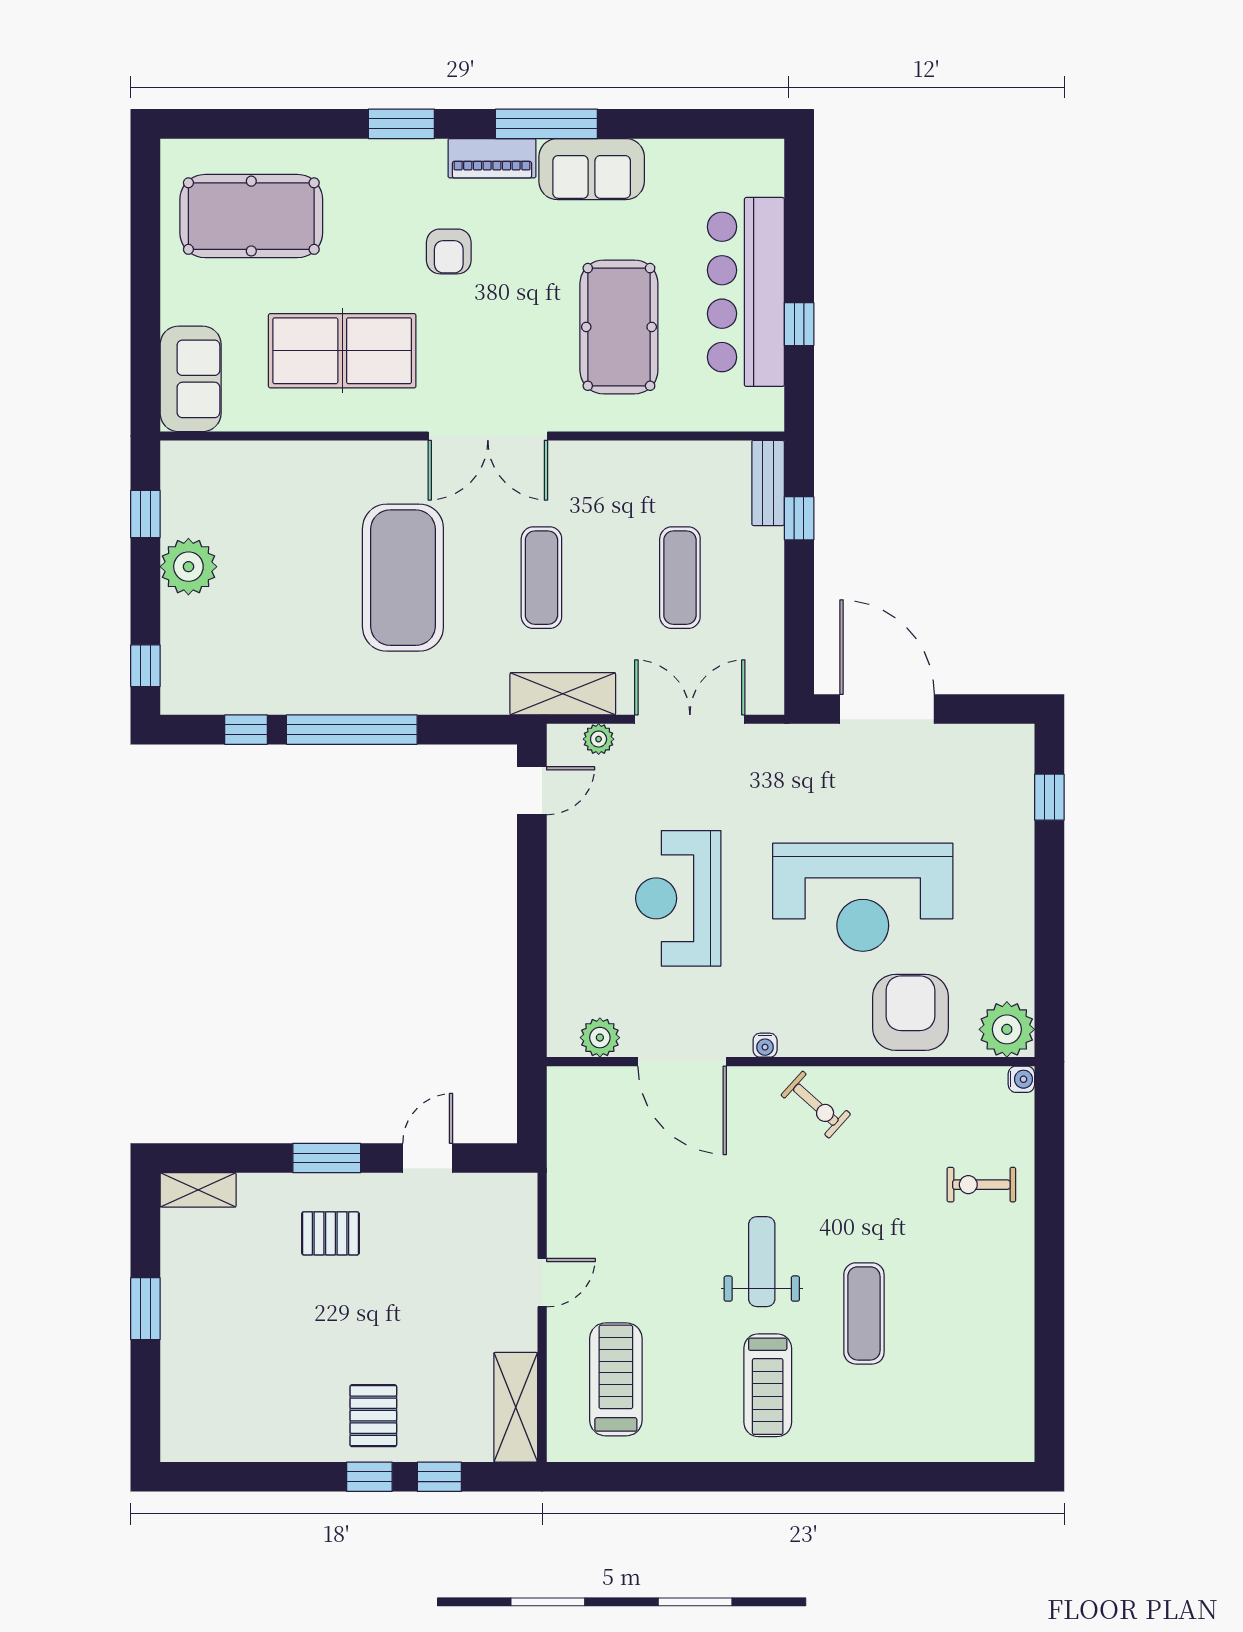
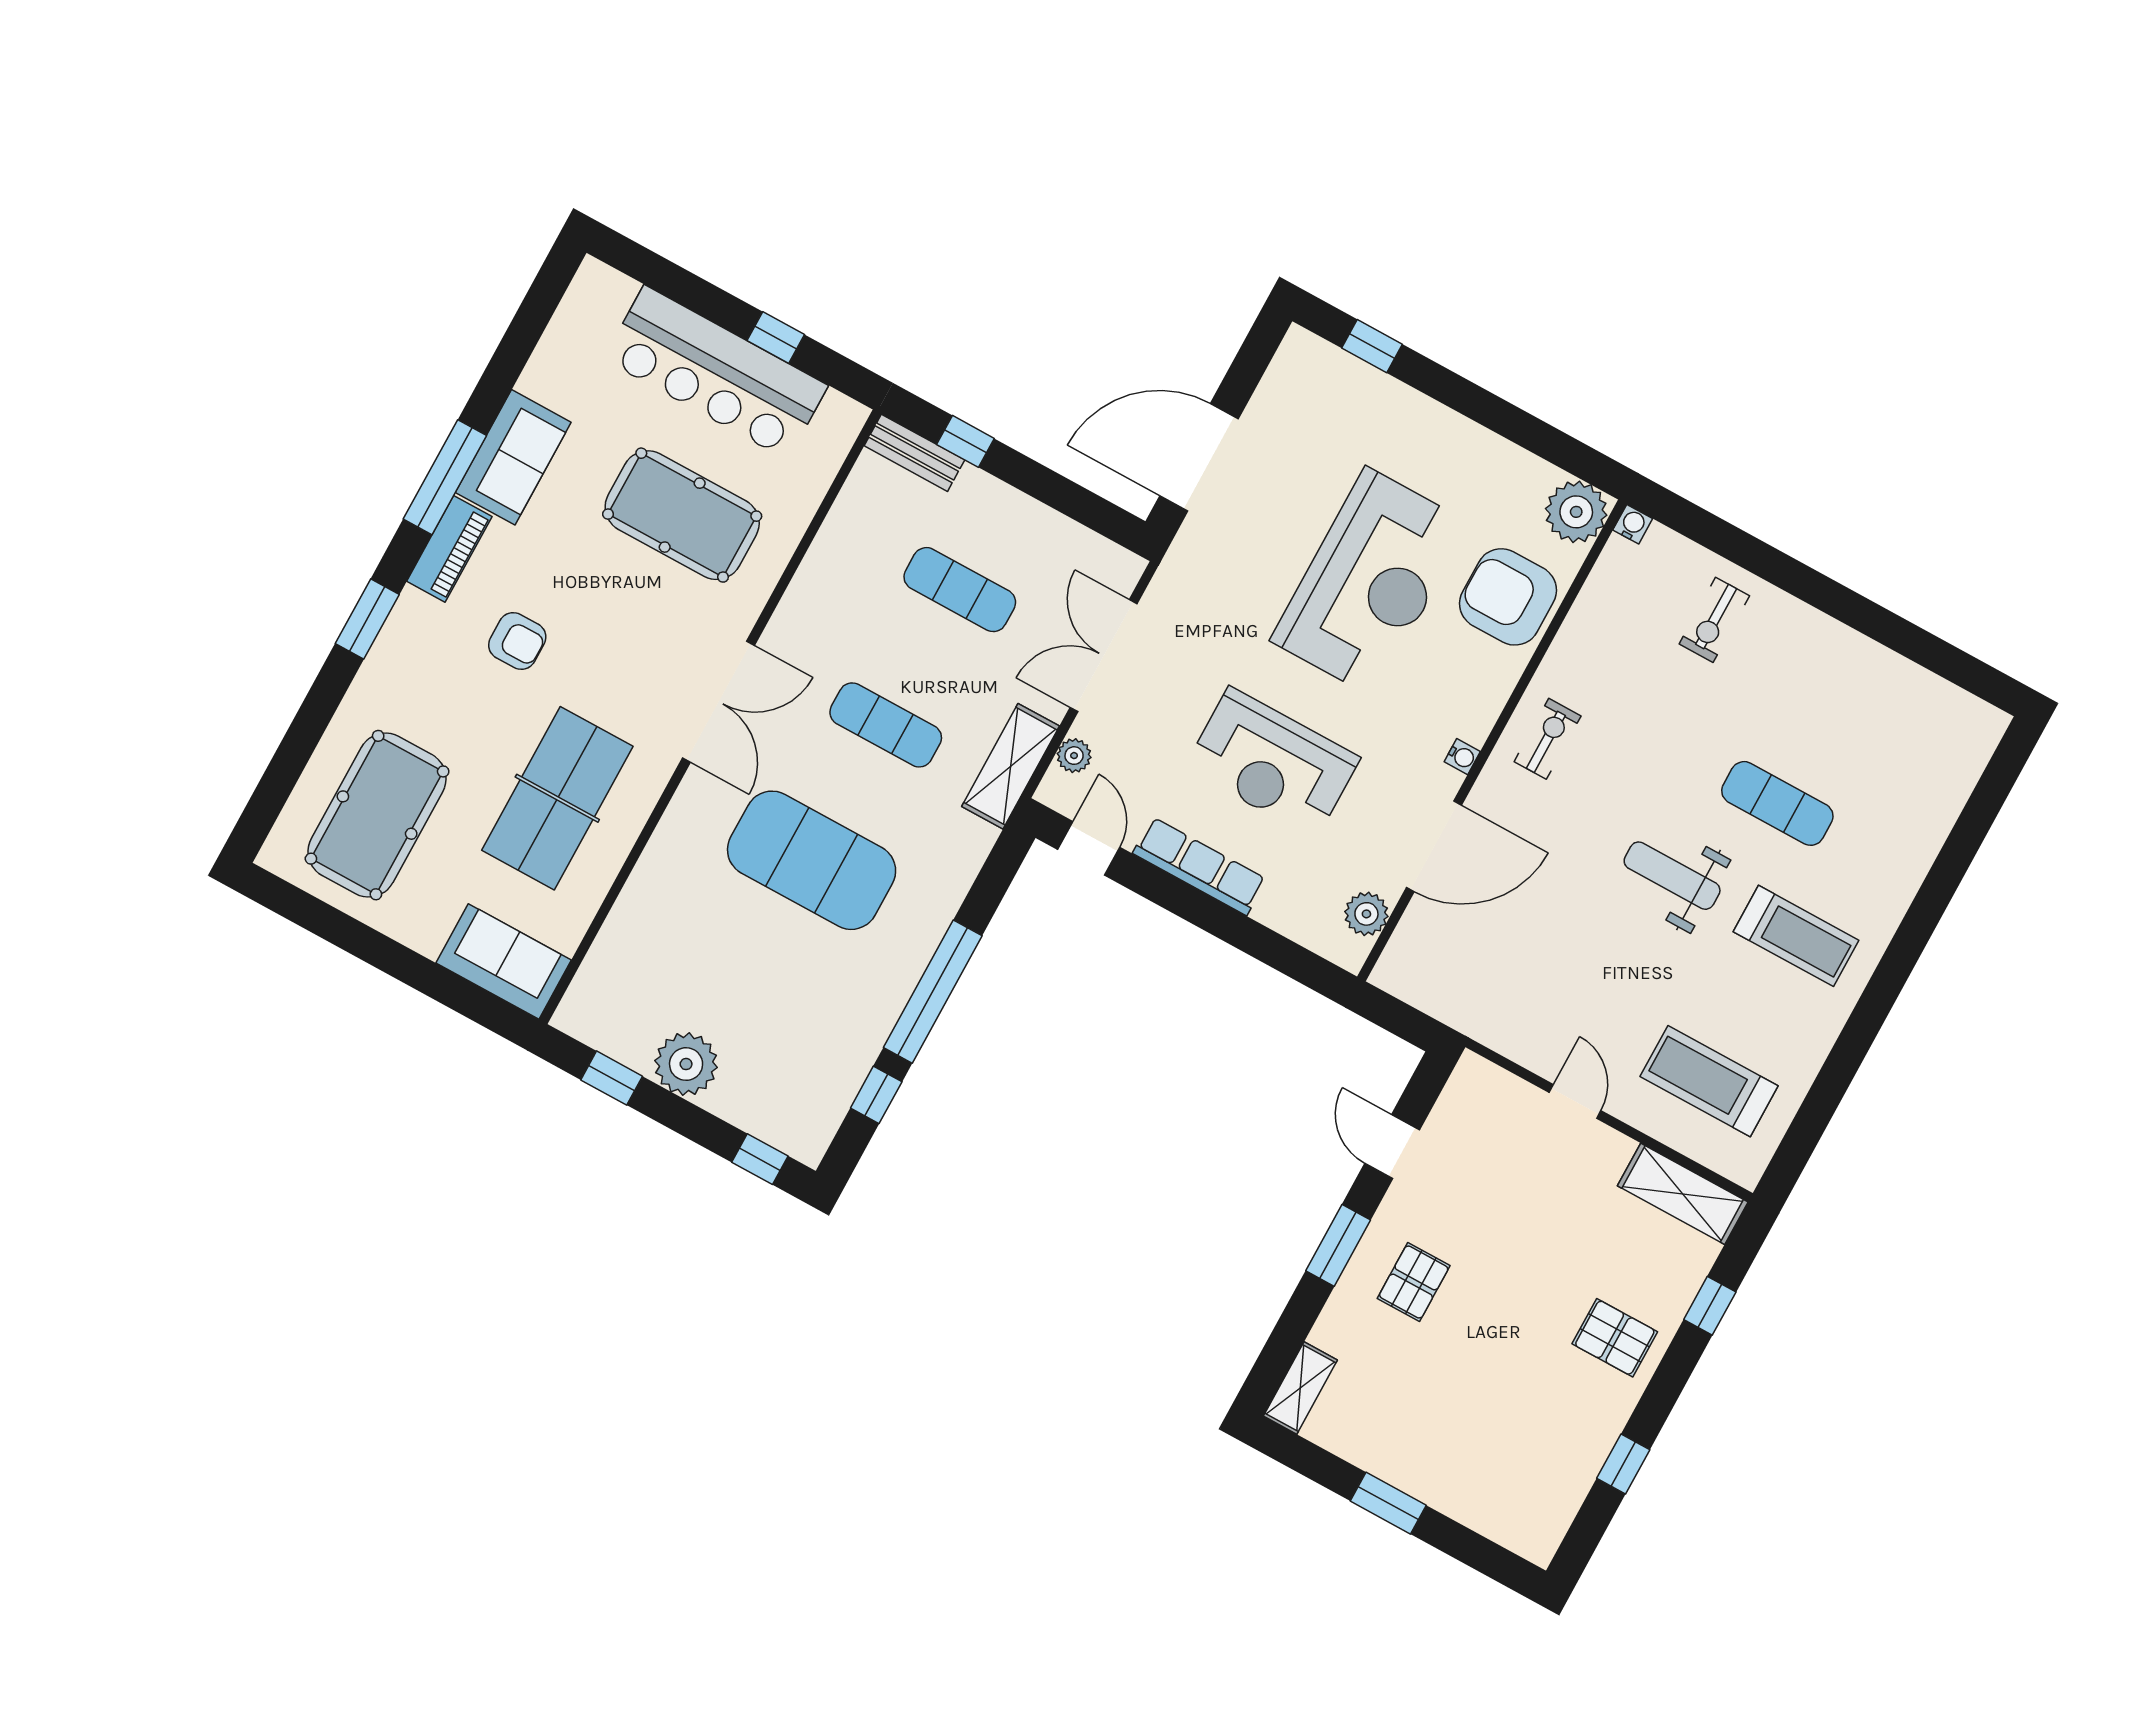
row of seats: (566, 886) -> (1199, 866), added
exercise bike: (816, 1105) -> (1548, 739), turned -42
window: (369, 1477) -> (1623, 1464), moved

